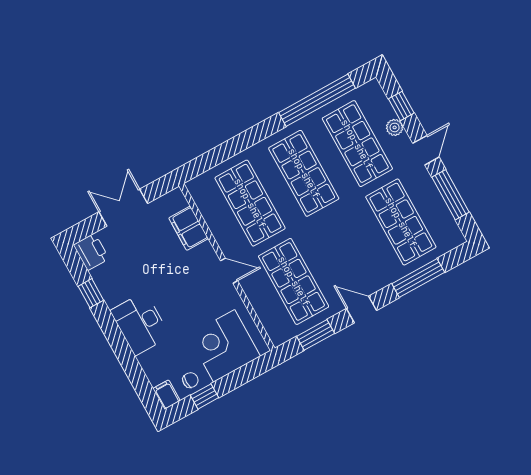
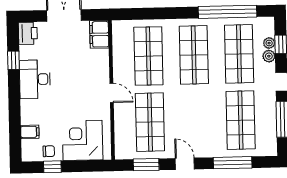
plant: (387, 112) -> (269, 43), added
filing cabinet: (189, 228) -> (99, 34), moved
desk: (140, 324) -> (35, 79), moved
filing cabinet: (166, 395) -> (30, 132), moved, turned 90

